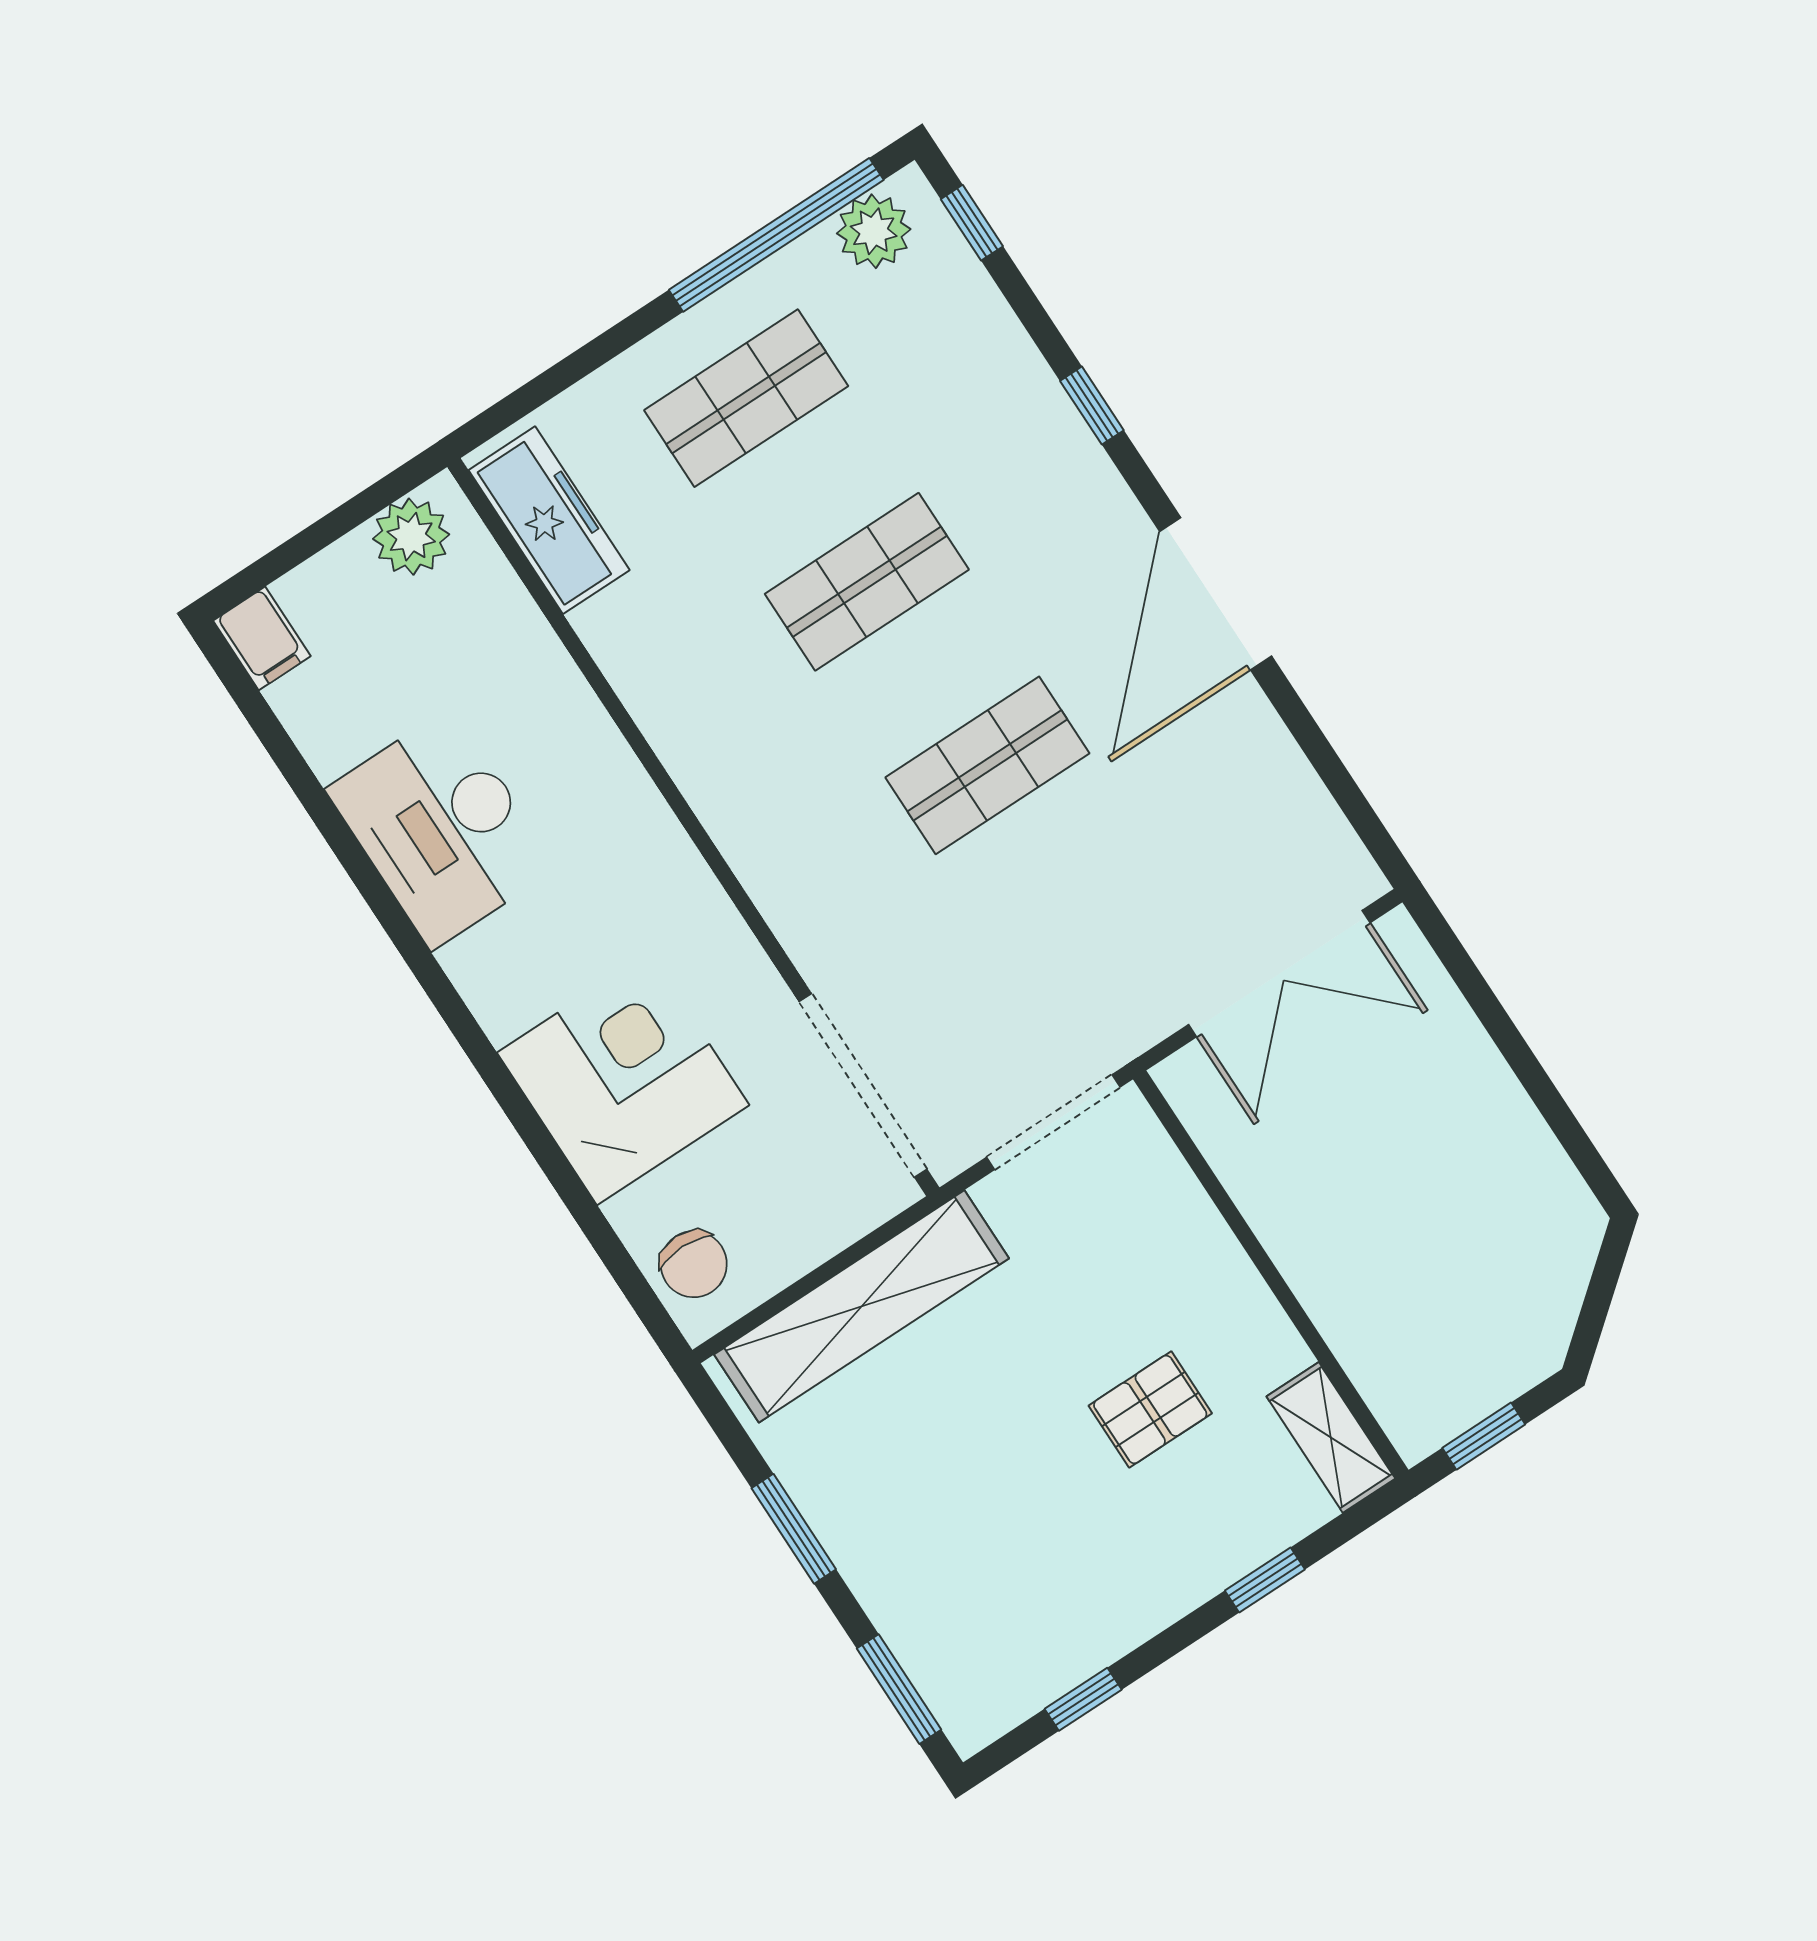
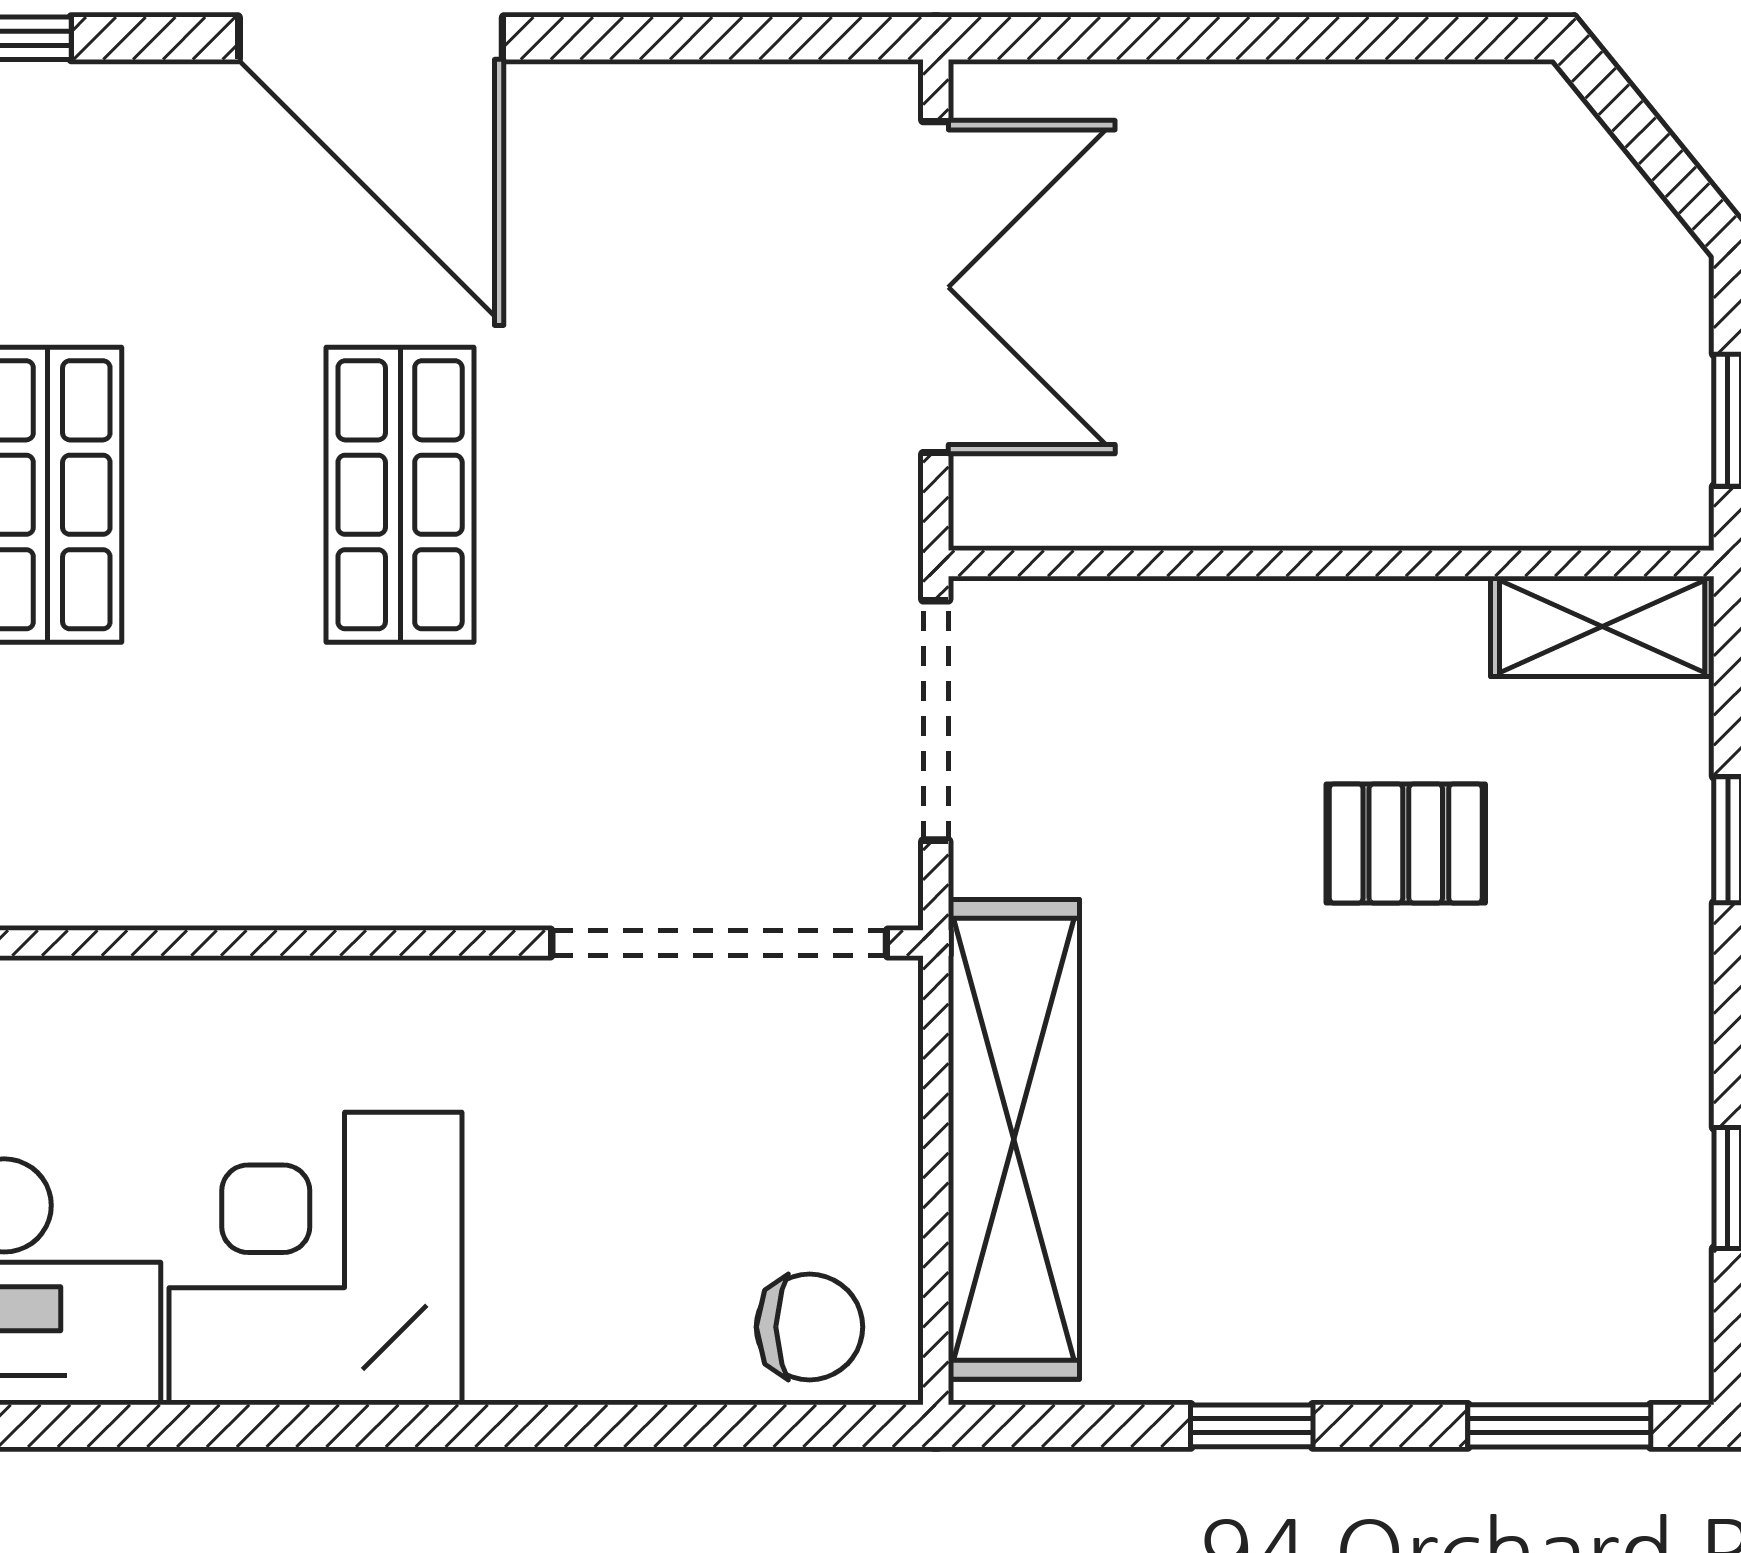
corner desk: (623, 1079) -> (315, 1258), moved
pallet: (1150, 1409) -> (1406, 843), turned 90
window: (794, 1529) -> (1252, 1426), width x0.67

